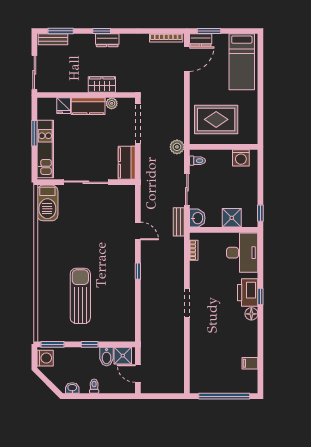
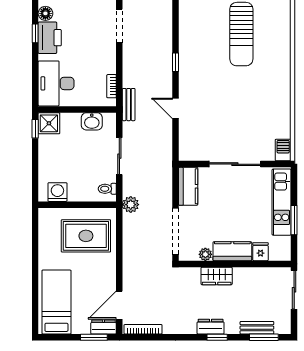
bench: (53, 39) -> (257, 328), moved
barbecue: (47, 203) -> (283, 150), width x0.53, depth x0.65
washbasin: (197, 218) -> (92, 121), moved, turned -90
shower: (232, 218) -> (49, 123), moved
bench: (179, 222) -> (129, 105), moved

